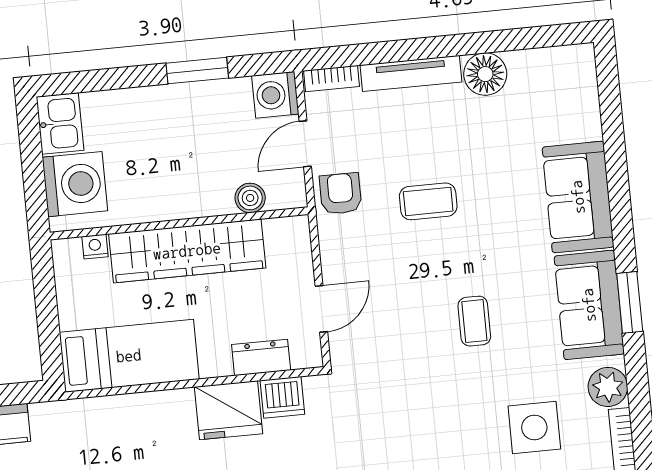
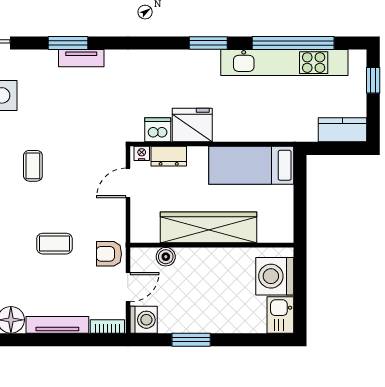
armchair: (341, 194) -> (109, 254), turned 90
nightstand: (95, 247) -> (142, 153), moved, turned 180

